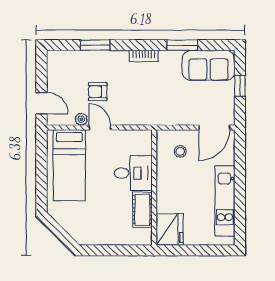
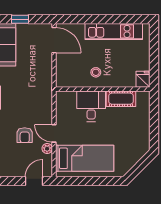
door: (100, 128) -> (54, 133), hinge flipped
stool: (180, 151) -> (96, 72), moved
fridge: (170, 229) -> (143, 79), width x0.53, depth x0.75

